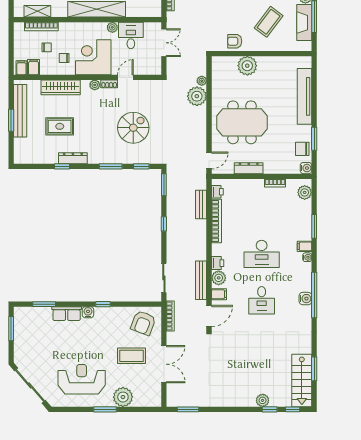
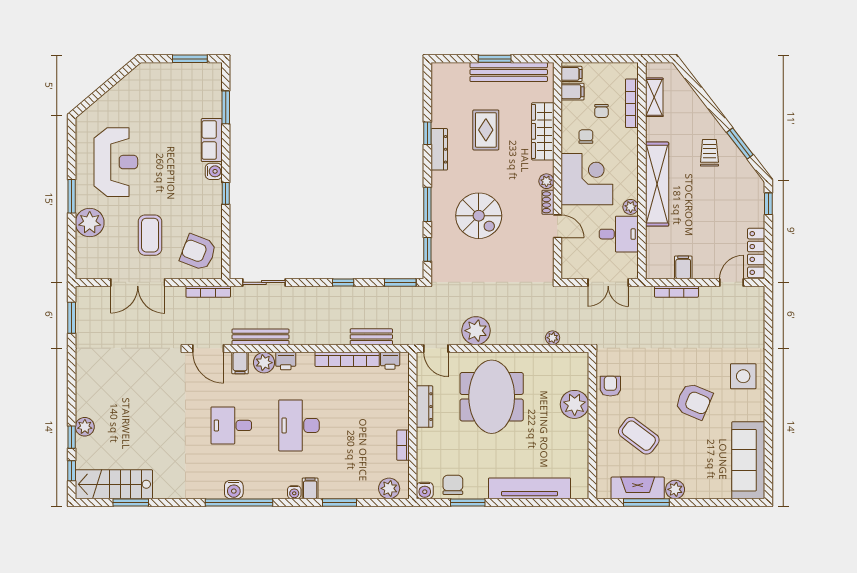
plant: (197, 96) -> (476, 331), moved
spiral stairs: (133, 128) -> (479, 216), moved
sliding door: (30, 385) -> (107, 86), removed

